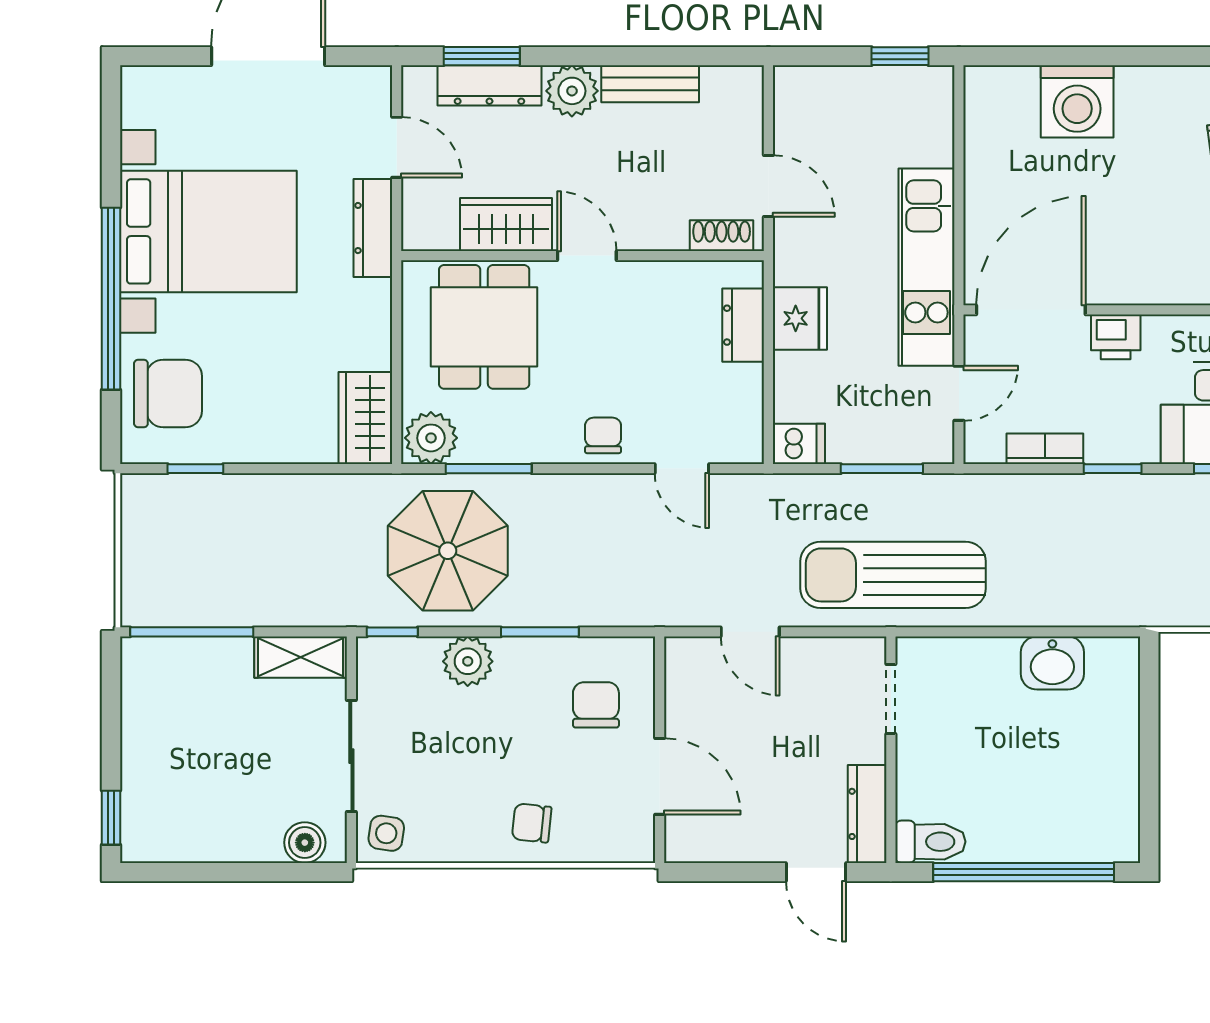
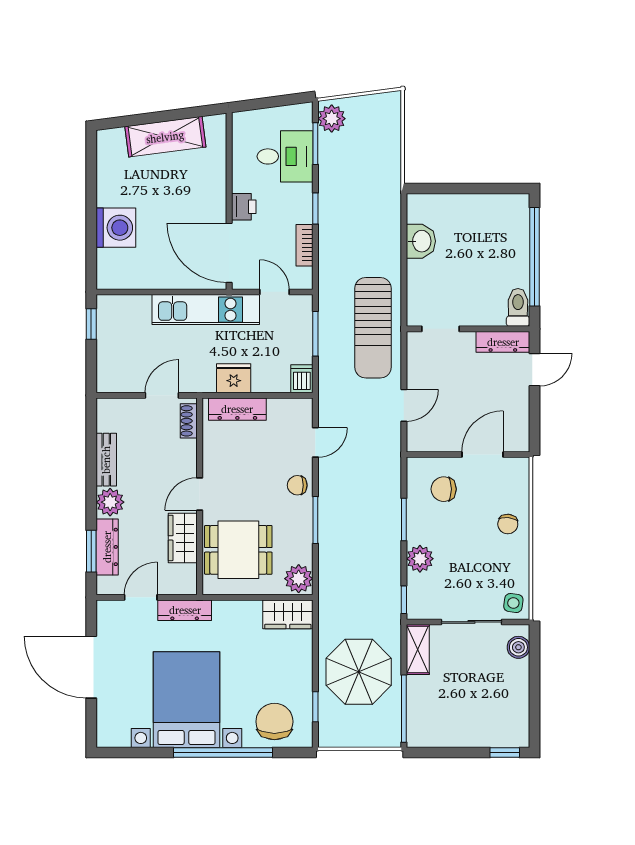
dresser: (743, 325) -> (237, 409), width x1.44
window: (489, 469) -> (315, 520), moved
parasol: (448, 551) -> (359, 672), moved

